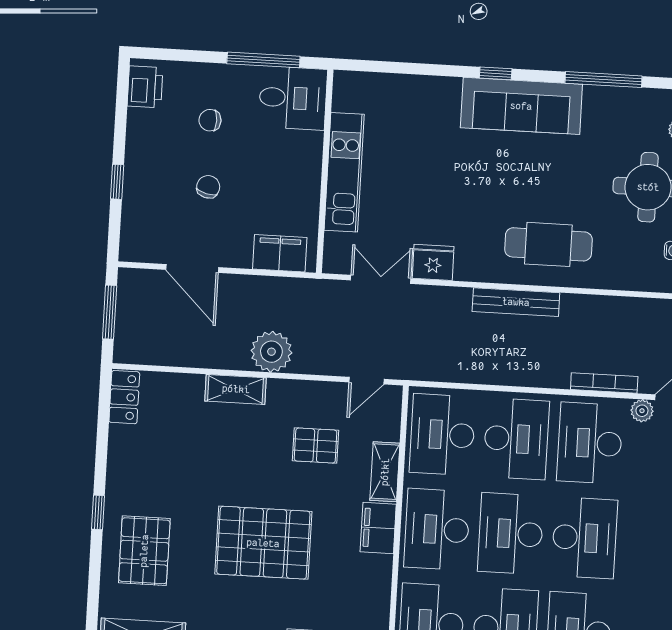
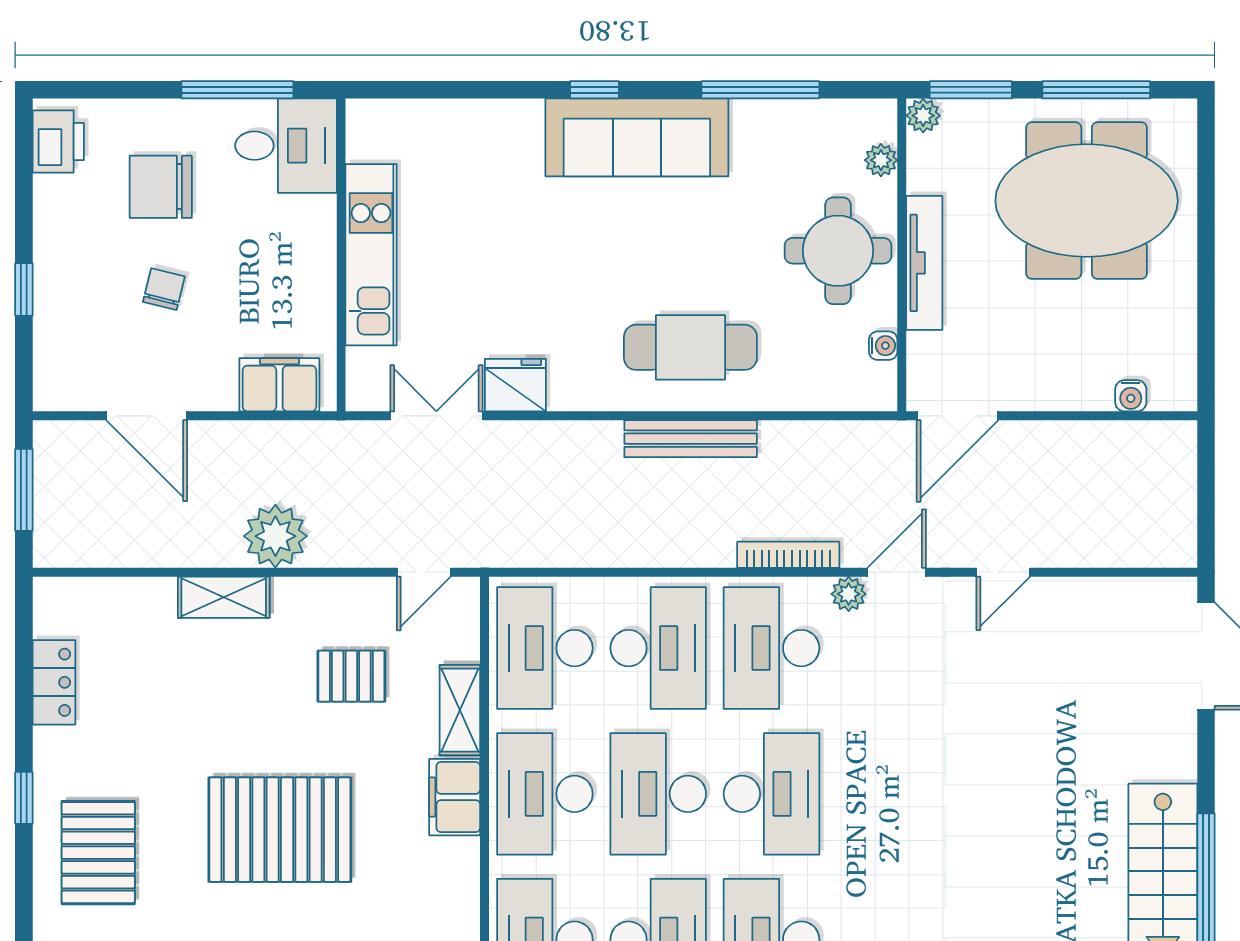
chair: (210, 120) -> (161, 187), width x1.87, depth x1.87
bench: (516, 302) -> (691, 439), moved
locker: (124, 397) -> (54, 682), moved

